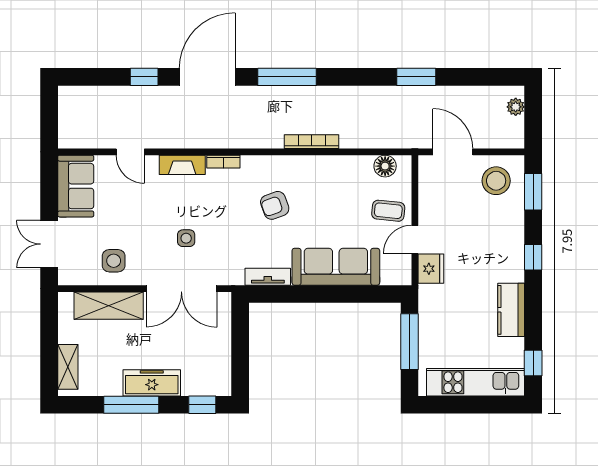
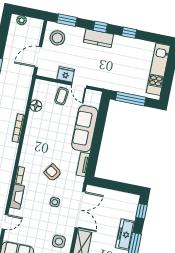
floor lamp: (385, 166) -> (36, 106), moved
armchair: (275, 205) -> (53, 173), moved, turned 144
fridge: (431, 269) -> (66, 74), moved
kitchen counter: (511, 310) -> (98, 38), moved
window: (533, 363) -> (129, 33), moved

